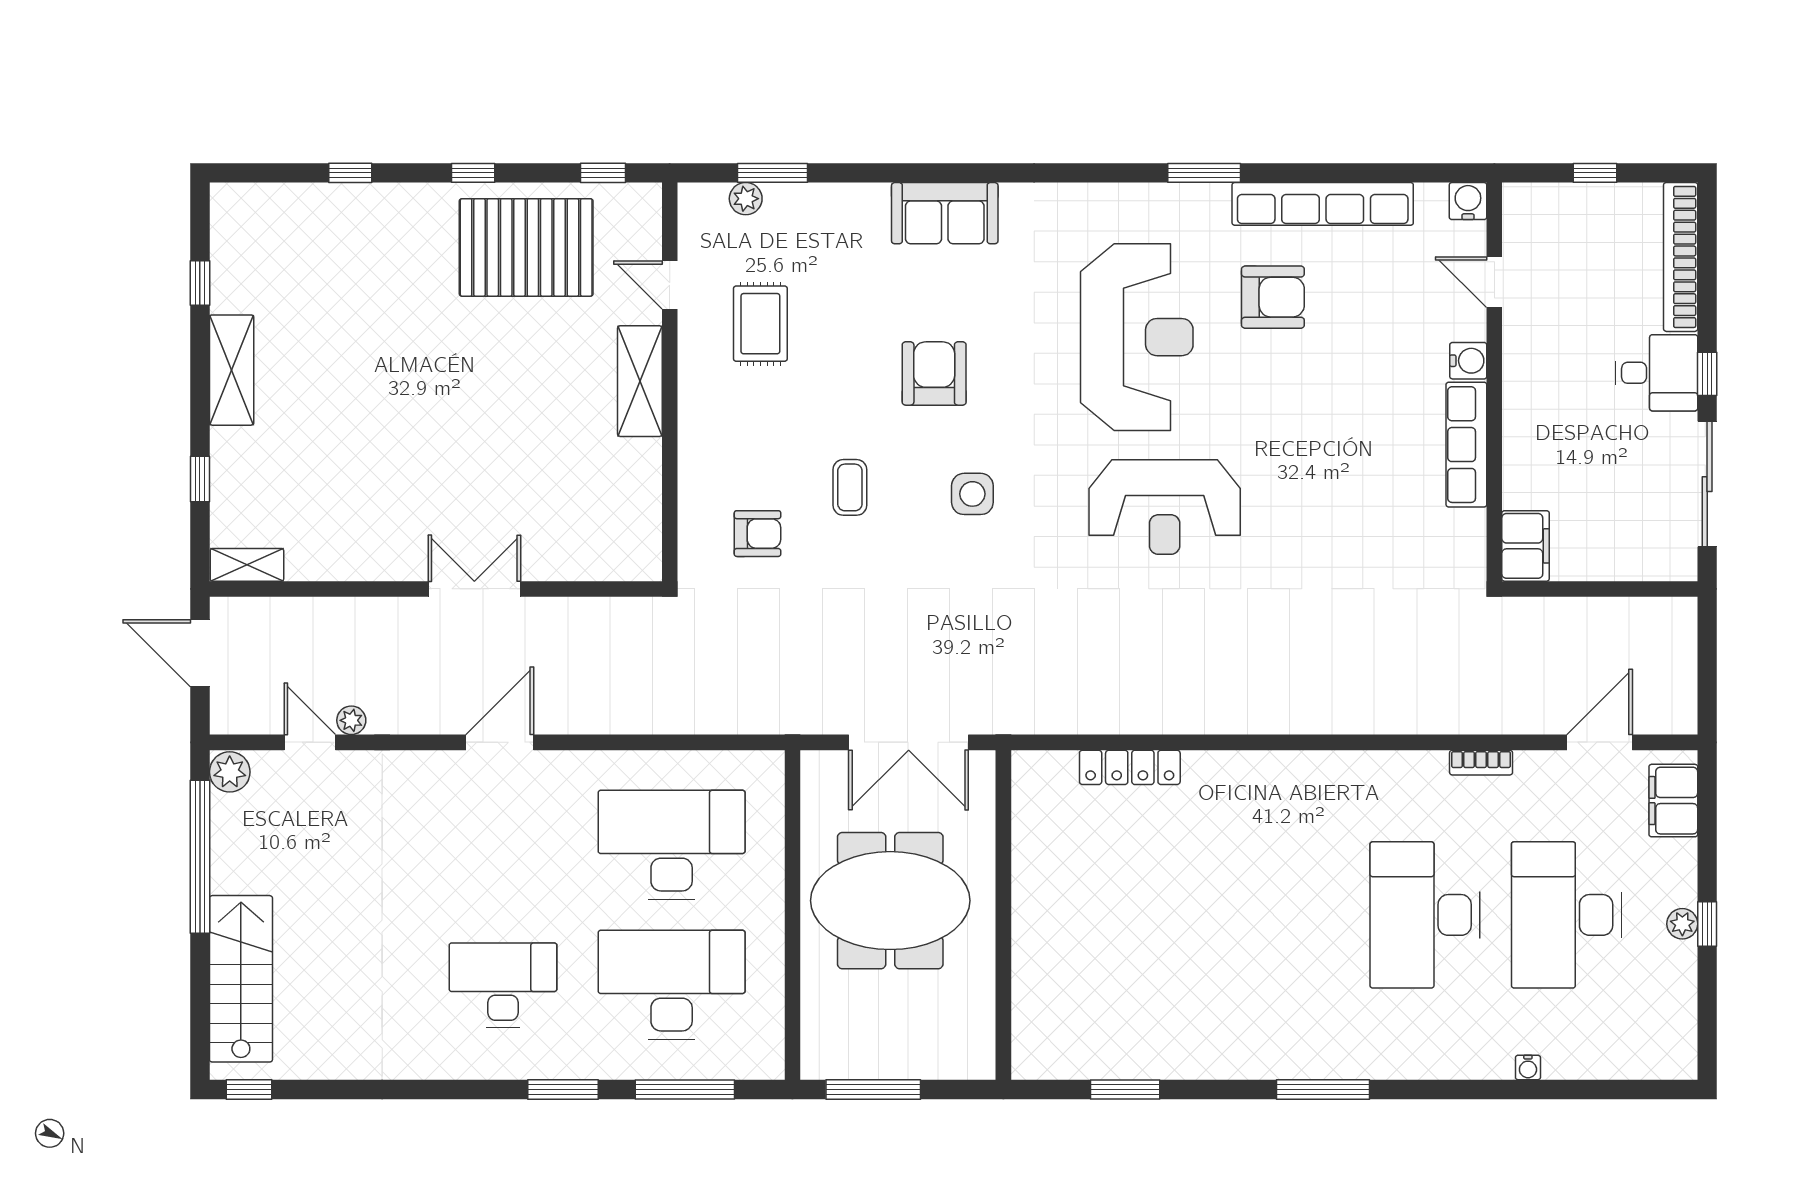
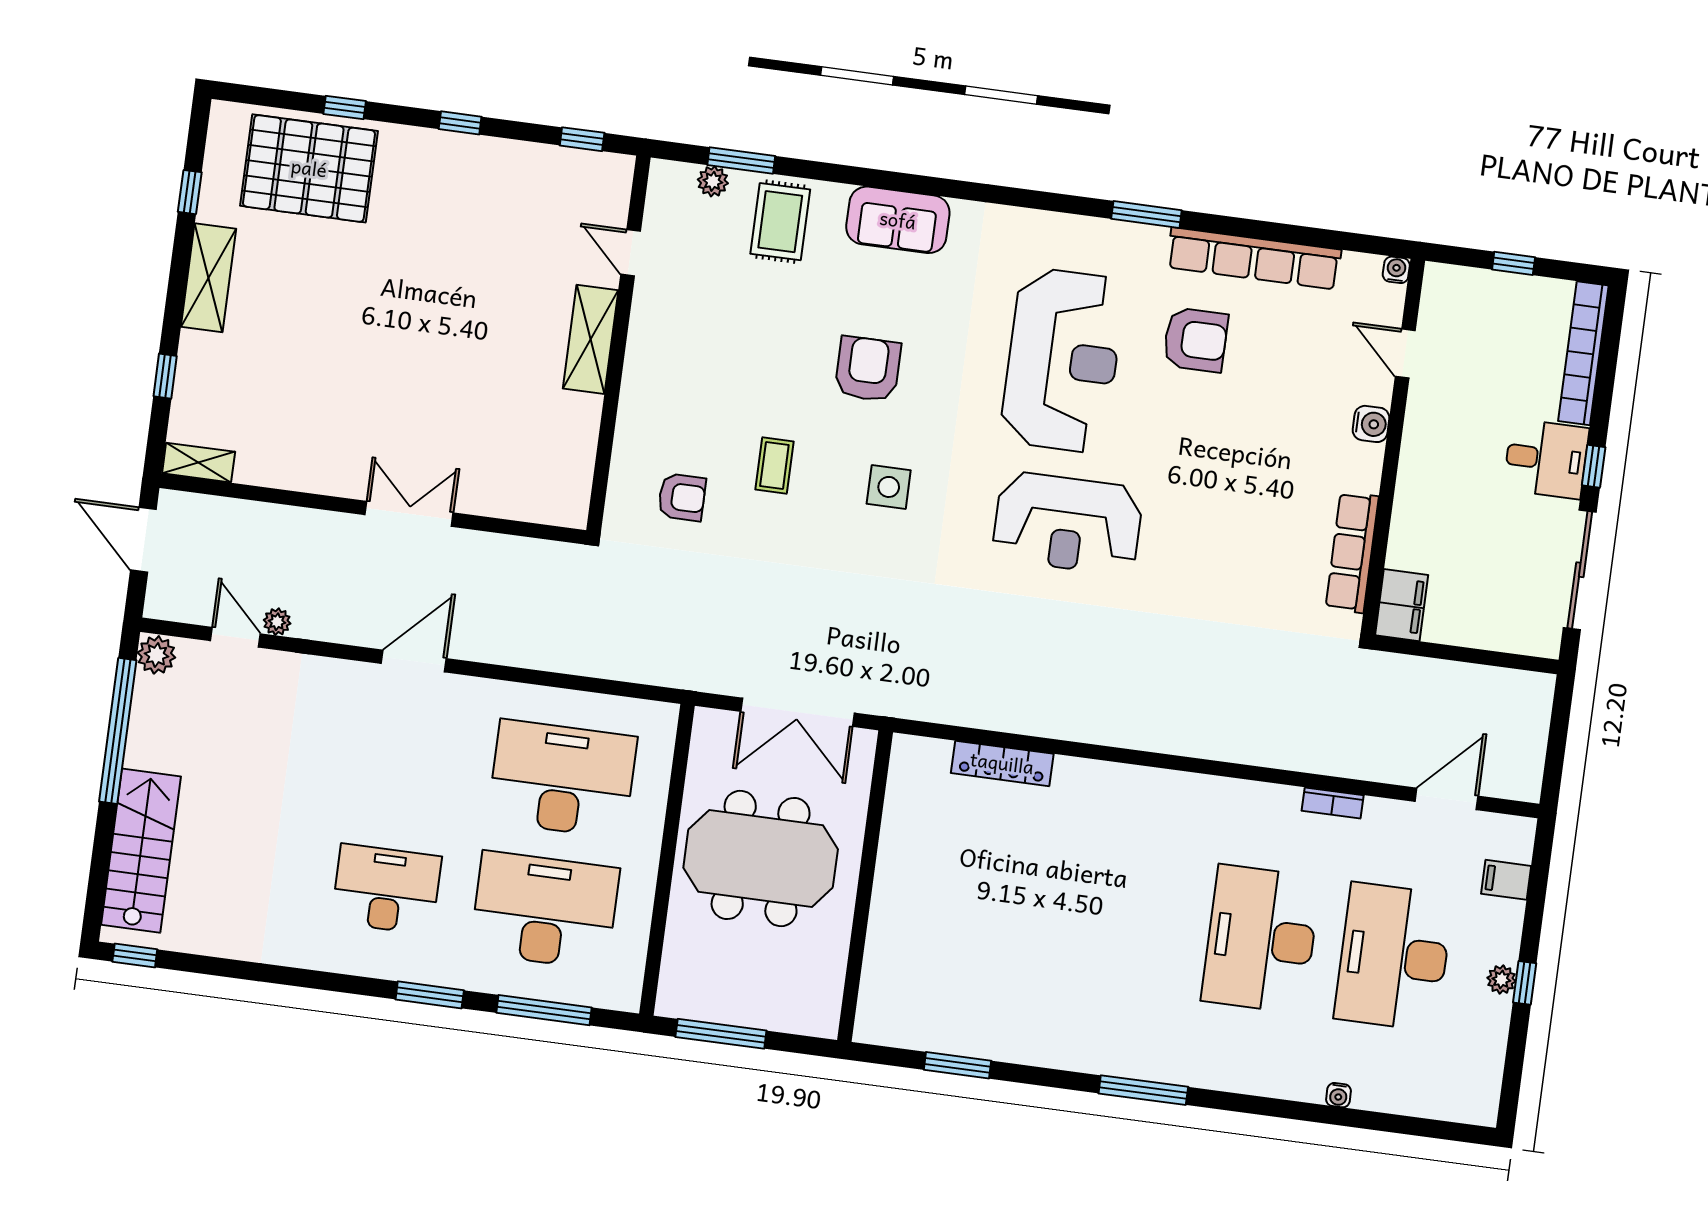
water cooler: (1468, 201) -> (1396, 270), width x0.72, depth x0.72
pallet: (526, 247) -> (309, 168), moved
rug: (760, 324) -> (780, 222), moved
row of seats: (1466, 445) -> (1352, 552), moved
filing cabinet: (1673, 801) -> (1506, 880), width x0.50

